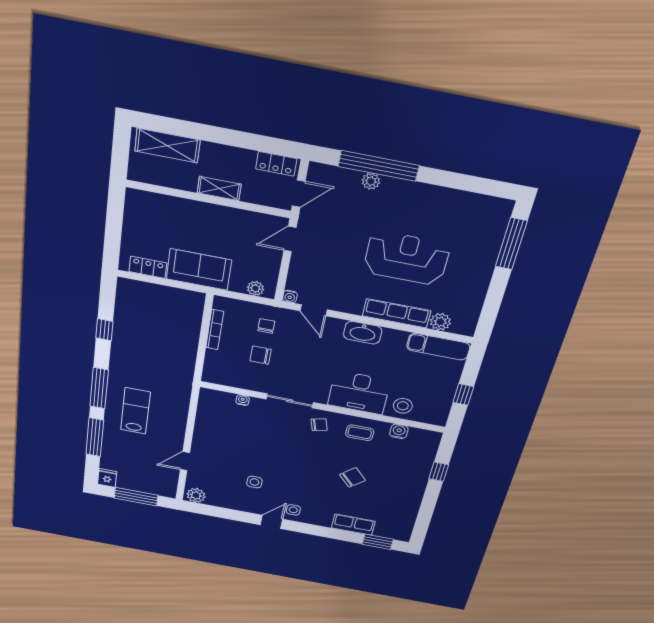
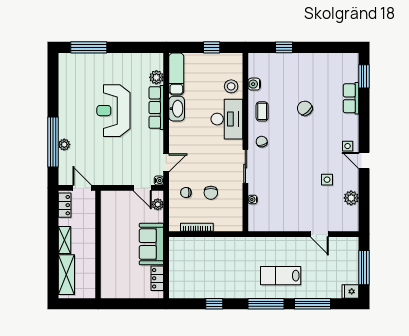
shelving: (219, 189) -> (65, 240), moved
door: (290, 239) -> (142, 188), moved
washbasin: (363, 333) -> (177, 109), moved
plant: (196, 495) -> (351, 198), moved

